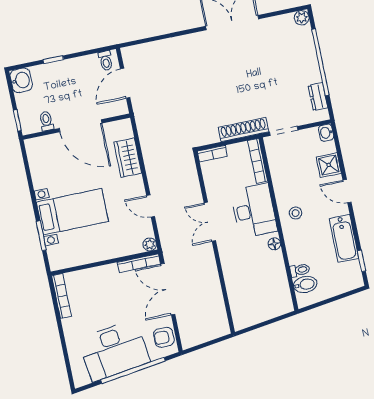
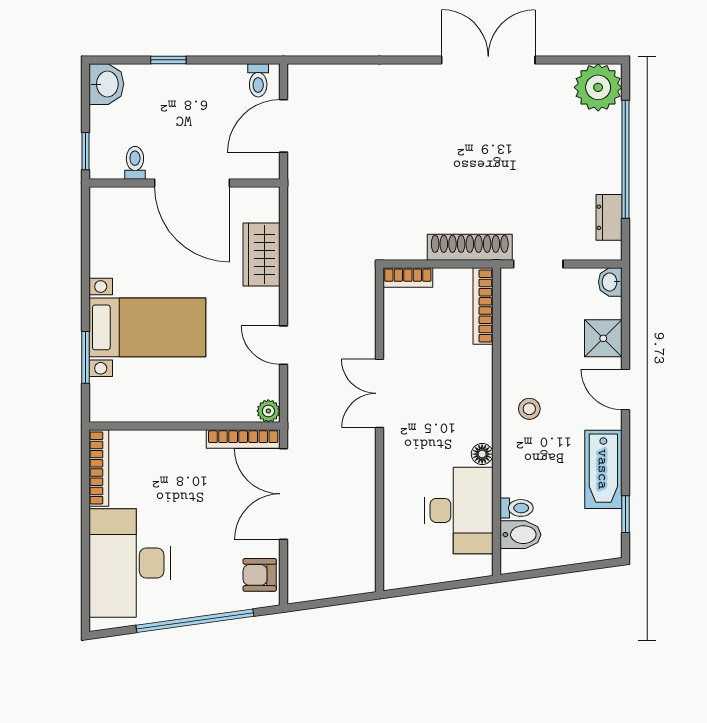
plant: (302, 18) -> (598, 87), width x1.87, depth x1.87
desk: (254, 211) -> (459, 510), moved
desk: (114, 350) -> (130, 563), moved, turned 98

